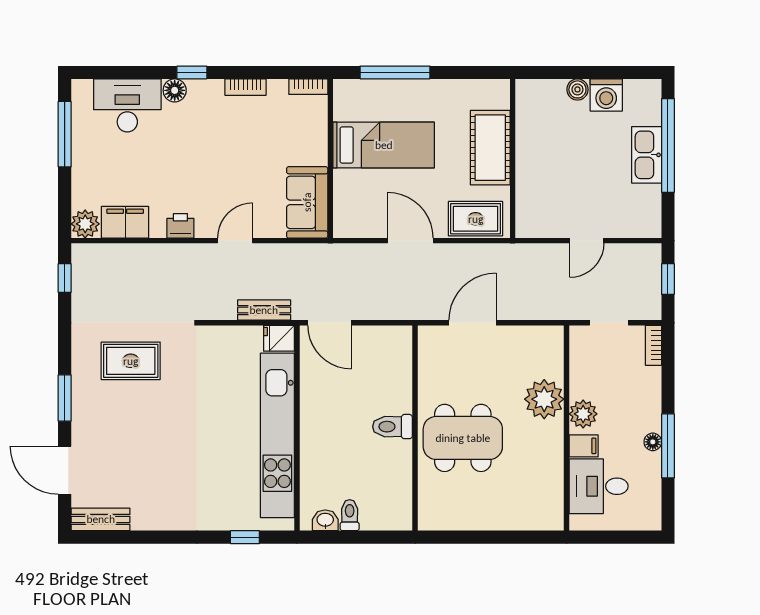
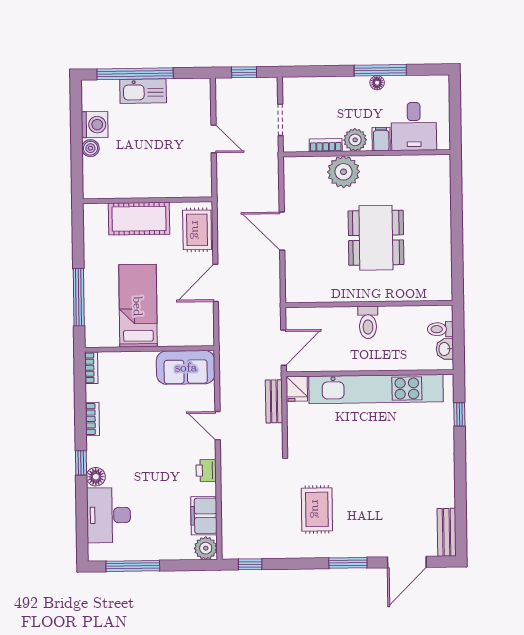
bookcase: (653, 345) -> (326, 145), moved, turned 180
toilet: (393, 427) -> (368, 322), moved
wall: (415, 428) -> (369, 304), moved

